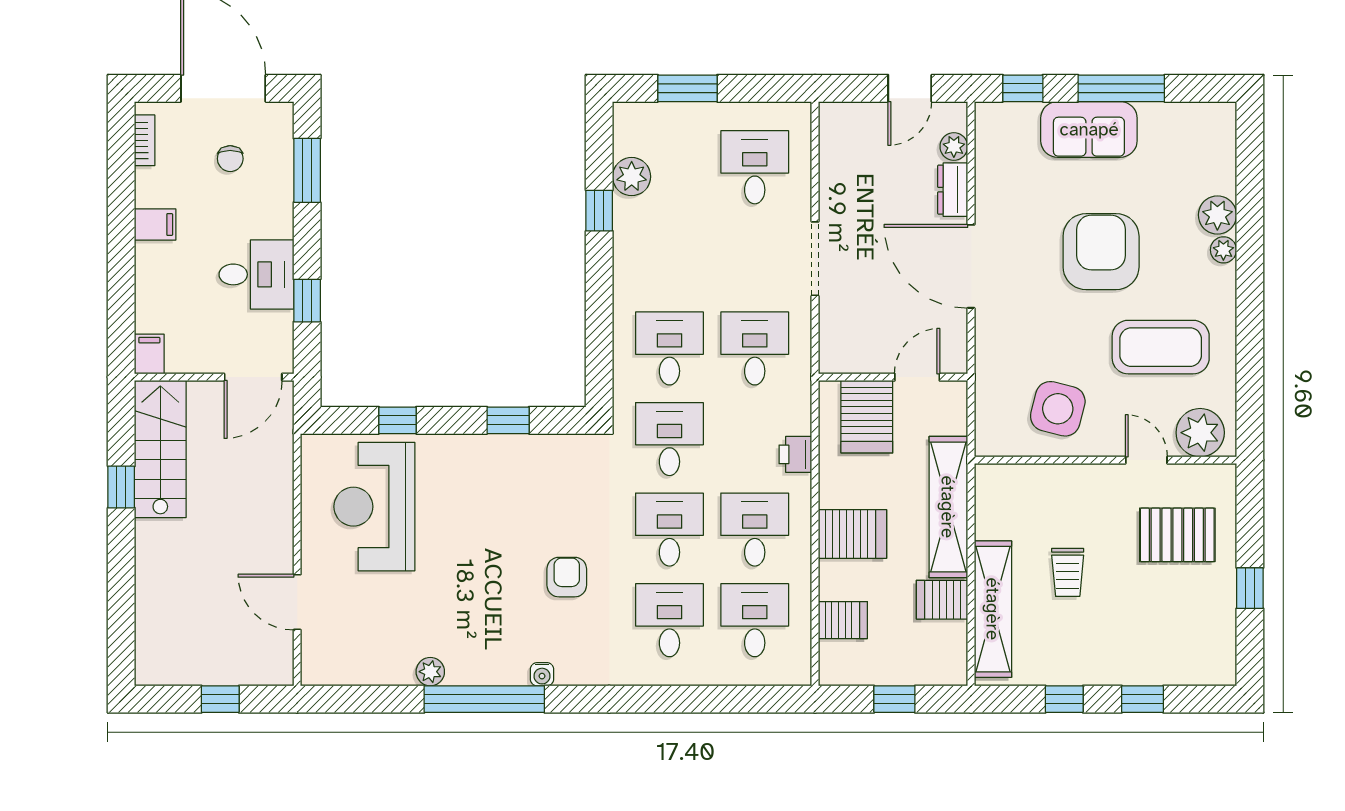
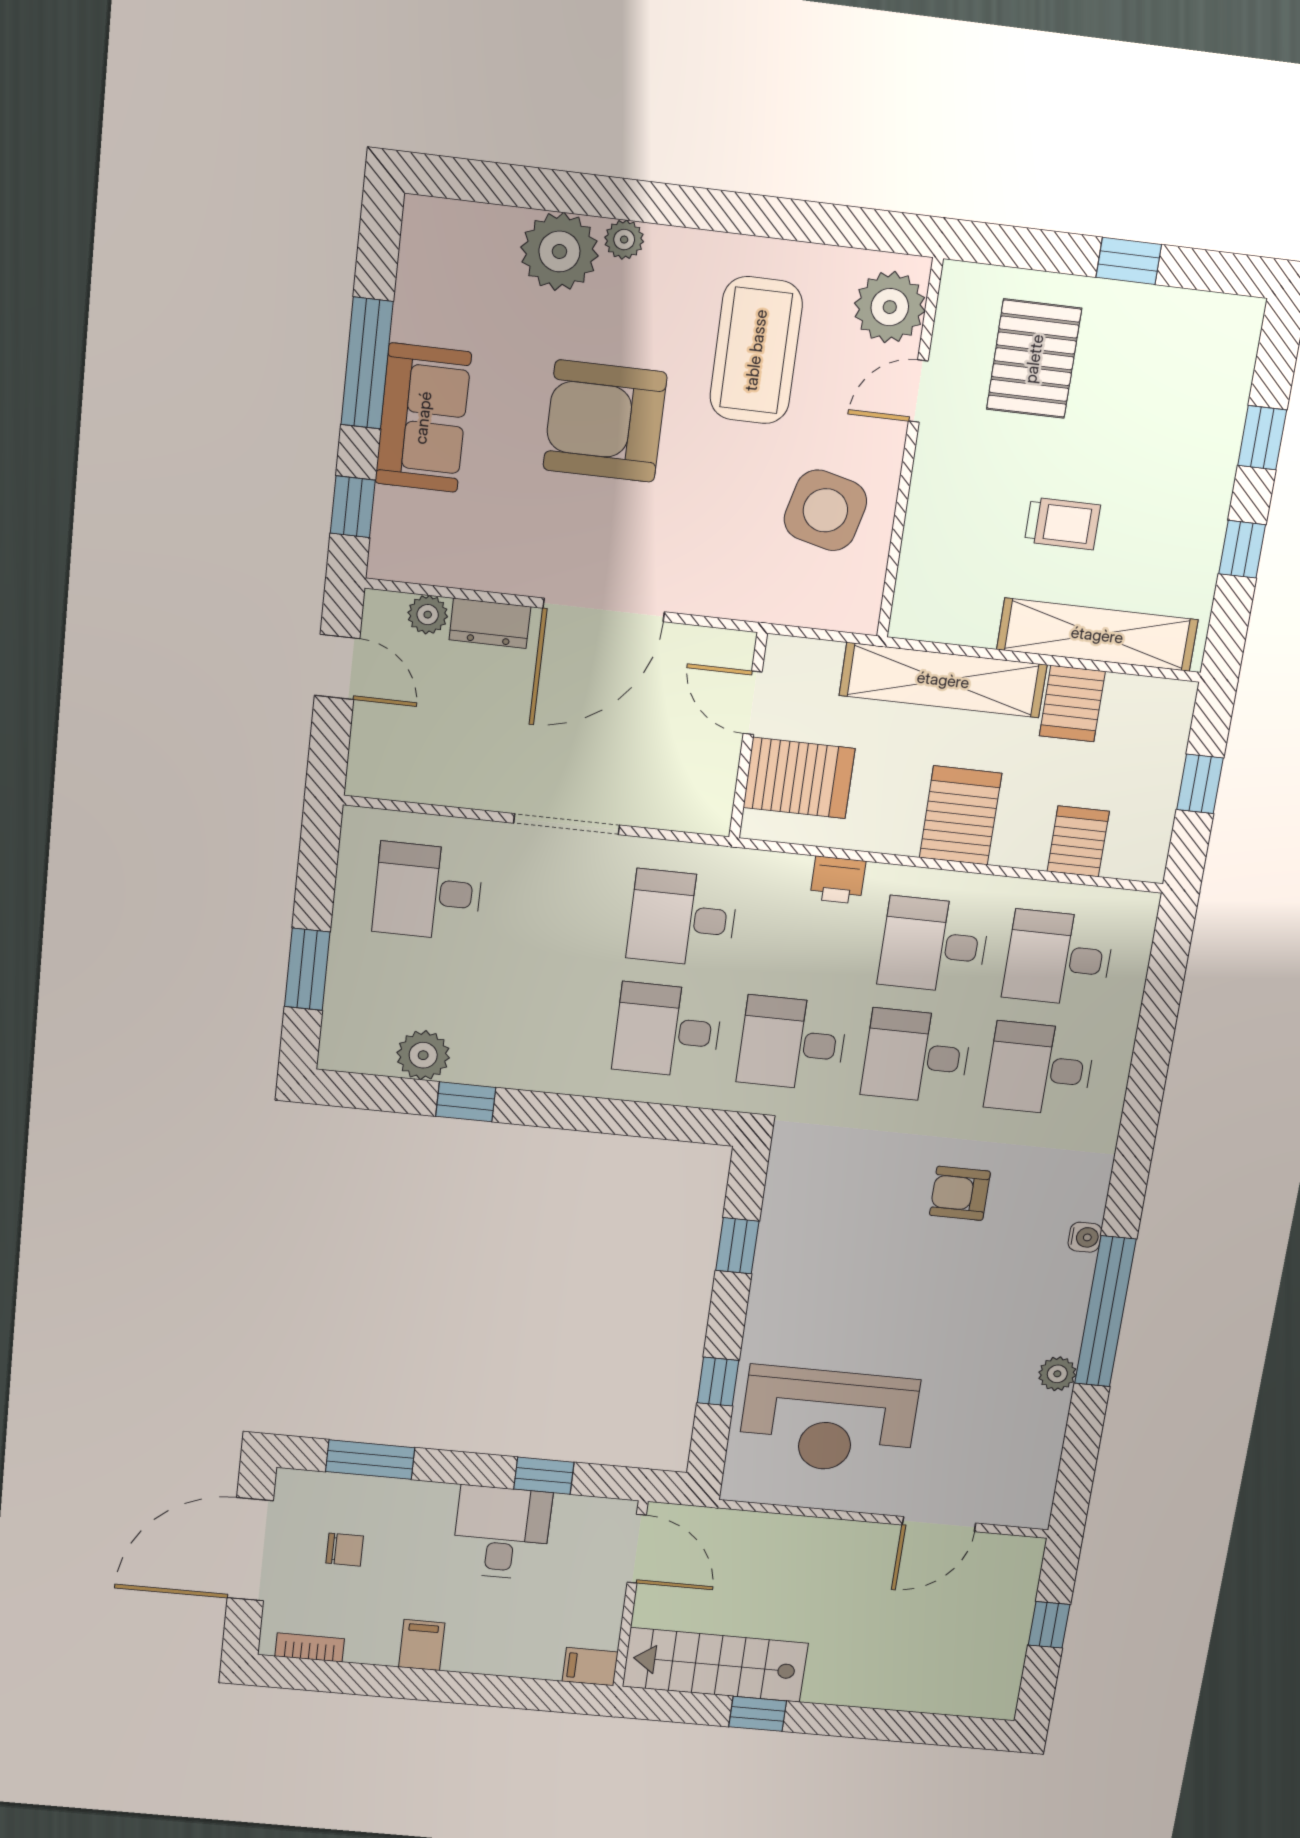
plant: (1217, 215) -> (559, 251), width x1.36, depth x1.36

